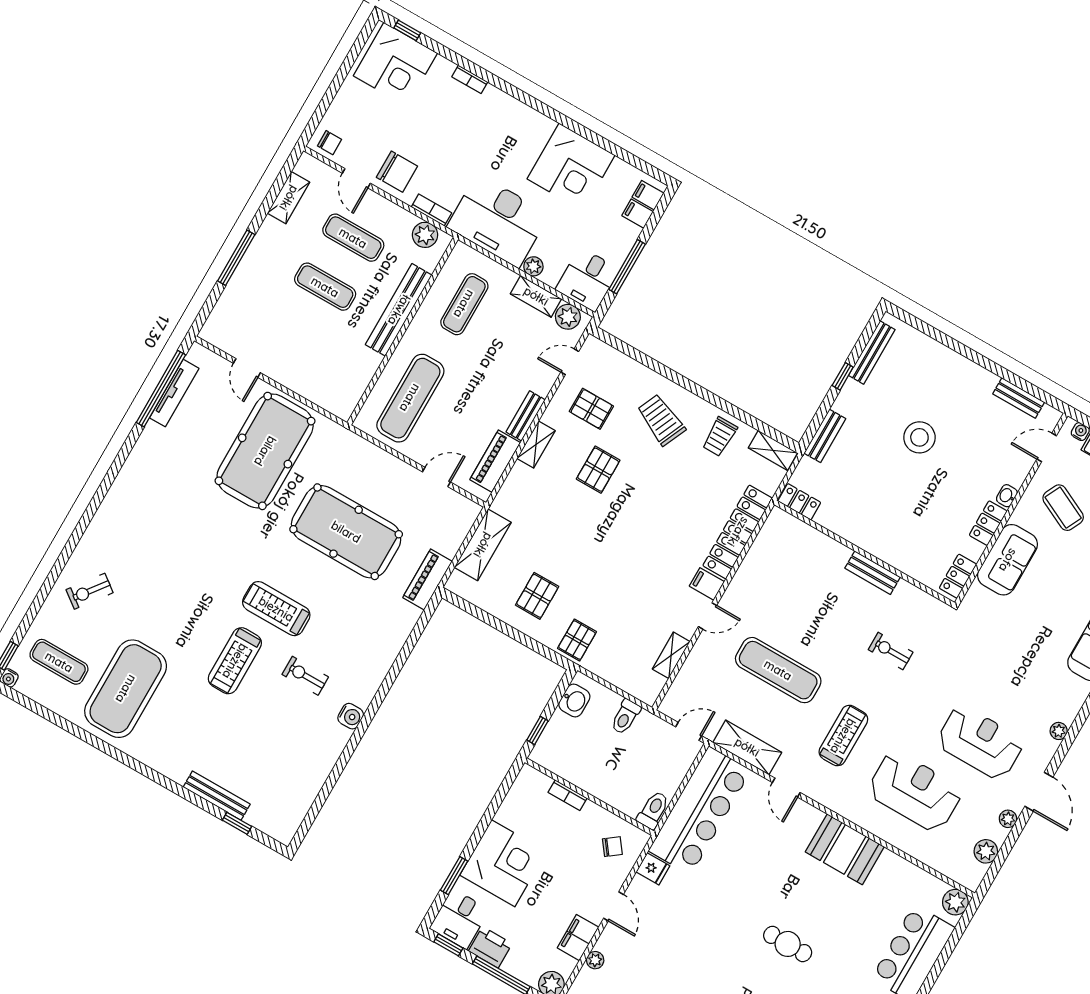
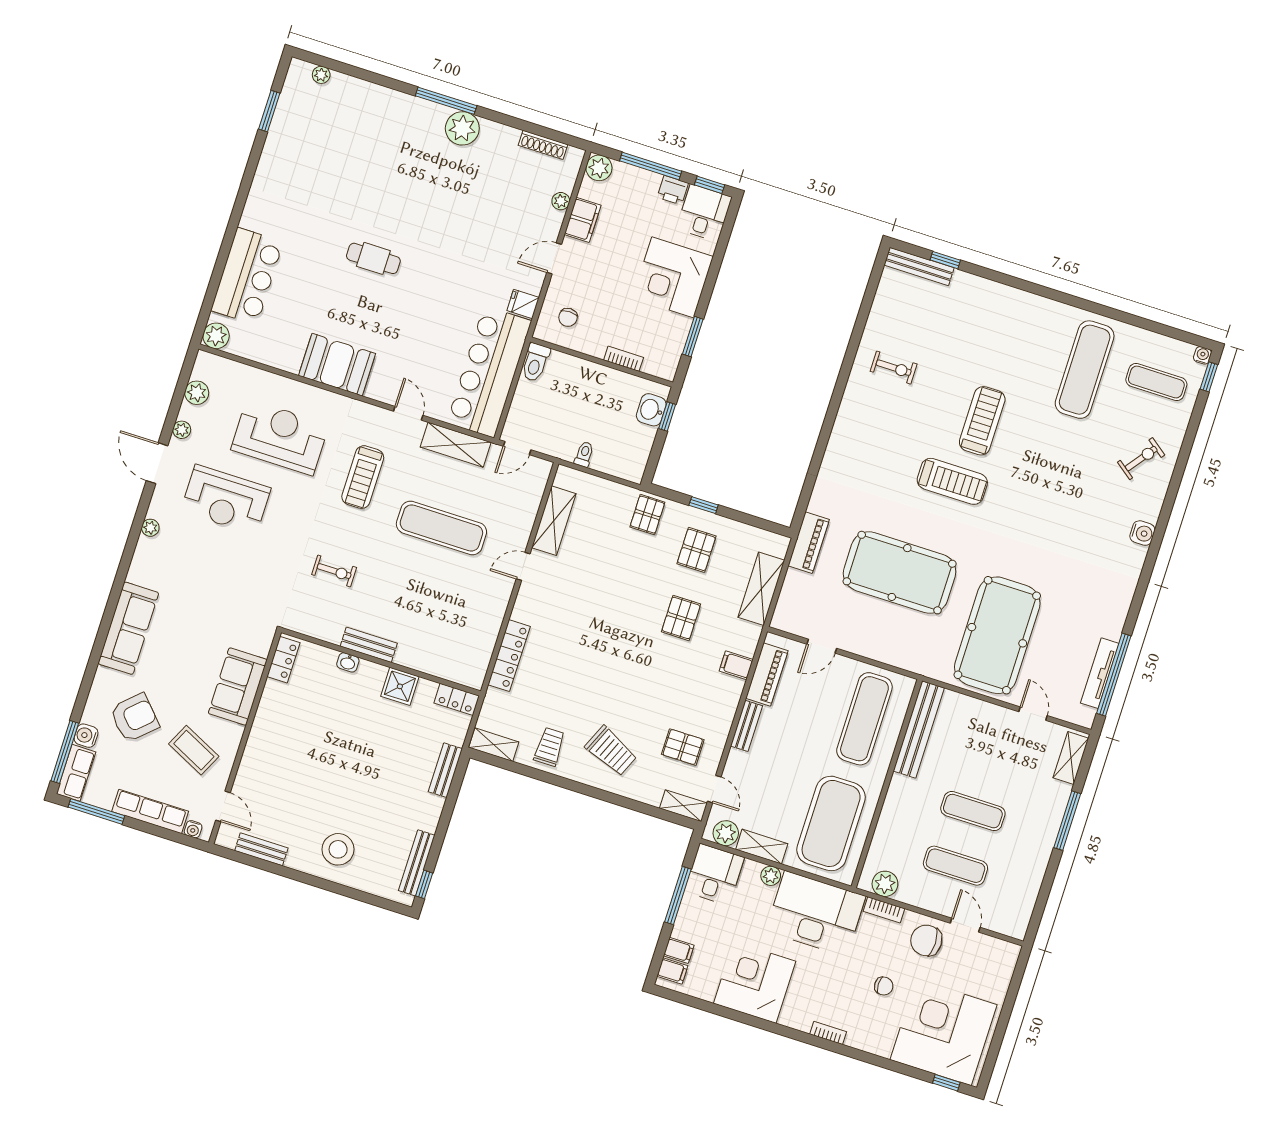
corner desk: (395, 64) -> (944, 1032), width x1.36, depth x1.36
bookcase: (470, 79) -> (828, 1033), moved
chair: (329, 143) -> (884, 986), moved, turned 180
shelving: (289, 198) -> (1071, 758), moved
exercise mat: (464, 304) -> (831, 823), width x2.00, depth x1.45
bench: (399, 310) -> (919, 729), moved
door: (570, 362) -> (714, 789), hinge flipped
window: (843, 376) -> (424, 884), moved
stool: (919, 437) -> (338, 849), moved
shelving: (536, 445) -> (683, 806), moved, turned 90
door: (1047, 447) -> (223, 806), hinge flipped
pallet: (598, 470) -> (681, 618), moved
washbasin: (1007, 496) -> (348, 662), moved, turned 90
locker: (988, 523) -> (265, 719), removed
shower: (851, 526) -> (400, 686), added
locker: (738, 532) -> (509, 656), width x0.71, depth x0.83
filing cabinet: (707, 584) -> (736, 665), moved, turned 180
window: (521, 638) -> (704, 505), added
shelving: (671, 655) -> (554, 521), width x1.50, depth x1.33
exercise bike: (305, 676) -> (894, 368), moved
exercise mat: (126, 689) -> (1085, 370), width x0.68
washbasin: (574, 701) -> (651, 410), moved
water cooler: (351, 716) -> (1142, 533), moved, turned 180
toilet: (625, 717) -> (584, 454), width x0.73, depth x0.72
reception desk: (915, 791) -> (280, 437), turned 180
bench: (217, 796) -> (919, 266), moved
chair: (612, 847) -> (568, 317), turned -53
window: (454, 876) -> (693, 337), moved
door: (613, 906) -> (554, 258), hinge flipped
printer: (490, 947) -> (673, 190), width x0.73, depth x0.81

